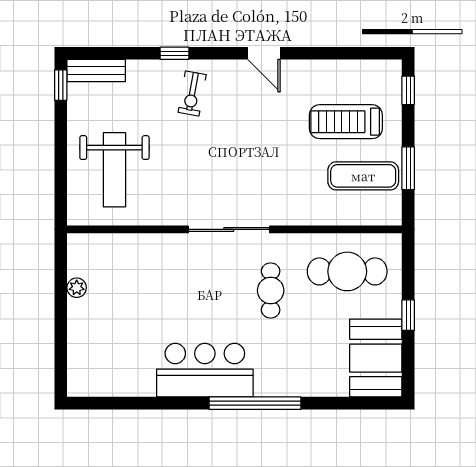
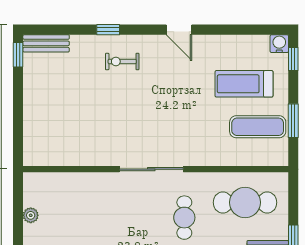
water cooler: (390, 71) -> (279, 44), added
exercise bike: (192, 94) -> (122, 62), turned 80
weight bench: (114, 170) -> (61, 122), removed

